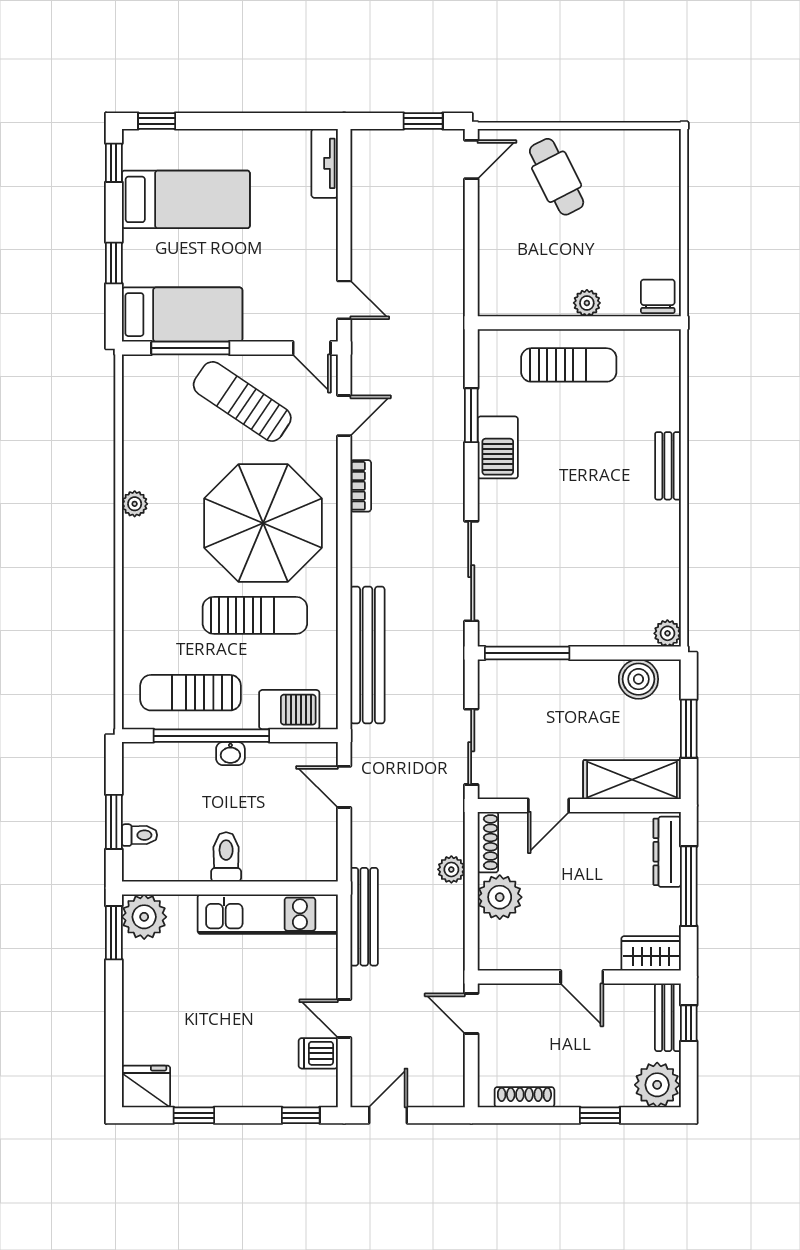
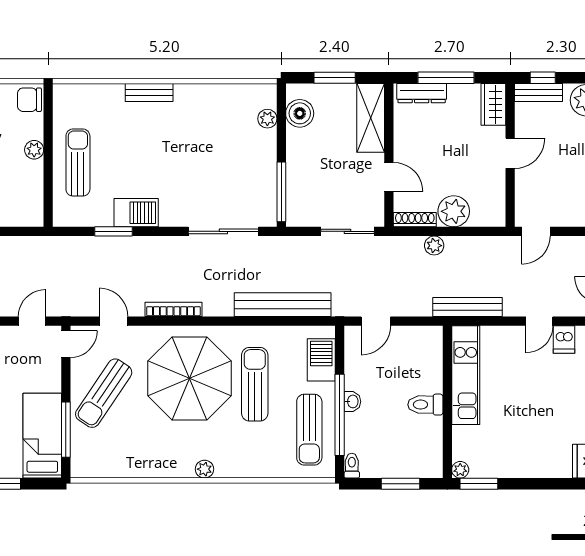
bookcase: (361, 486) -> (173, 309), width x1.56
plant: (135, 504) -> (204, 469), moved
plant: (667, 633) -> (267, 119), moved
toilet: (139, 835) -> (352, 466), moved
plant: (144, 917) -> (460, 470), width x0.53, depth x0.53

